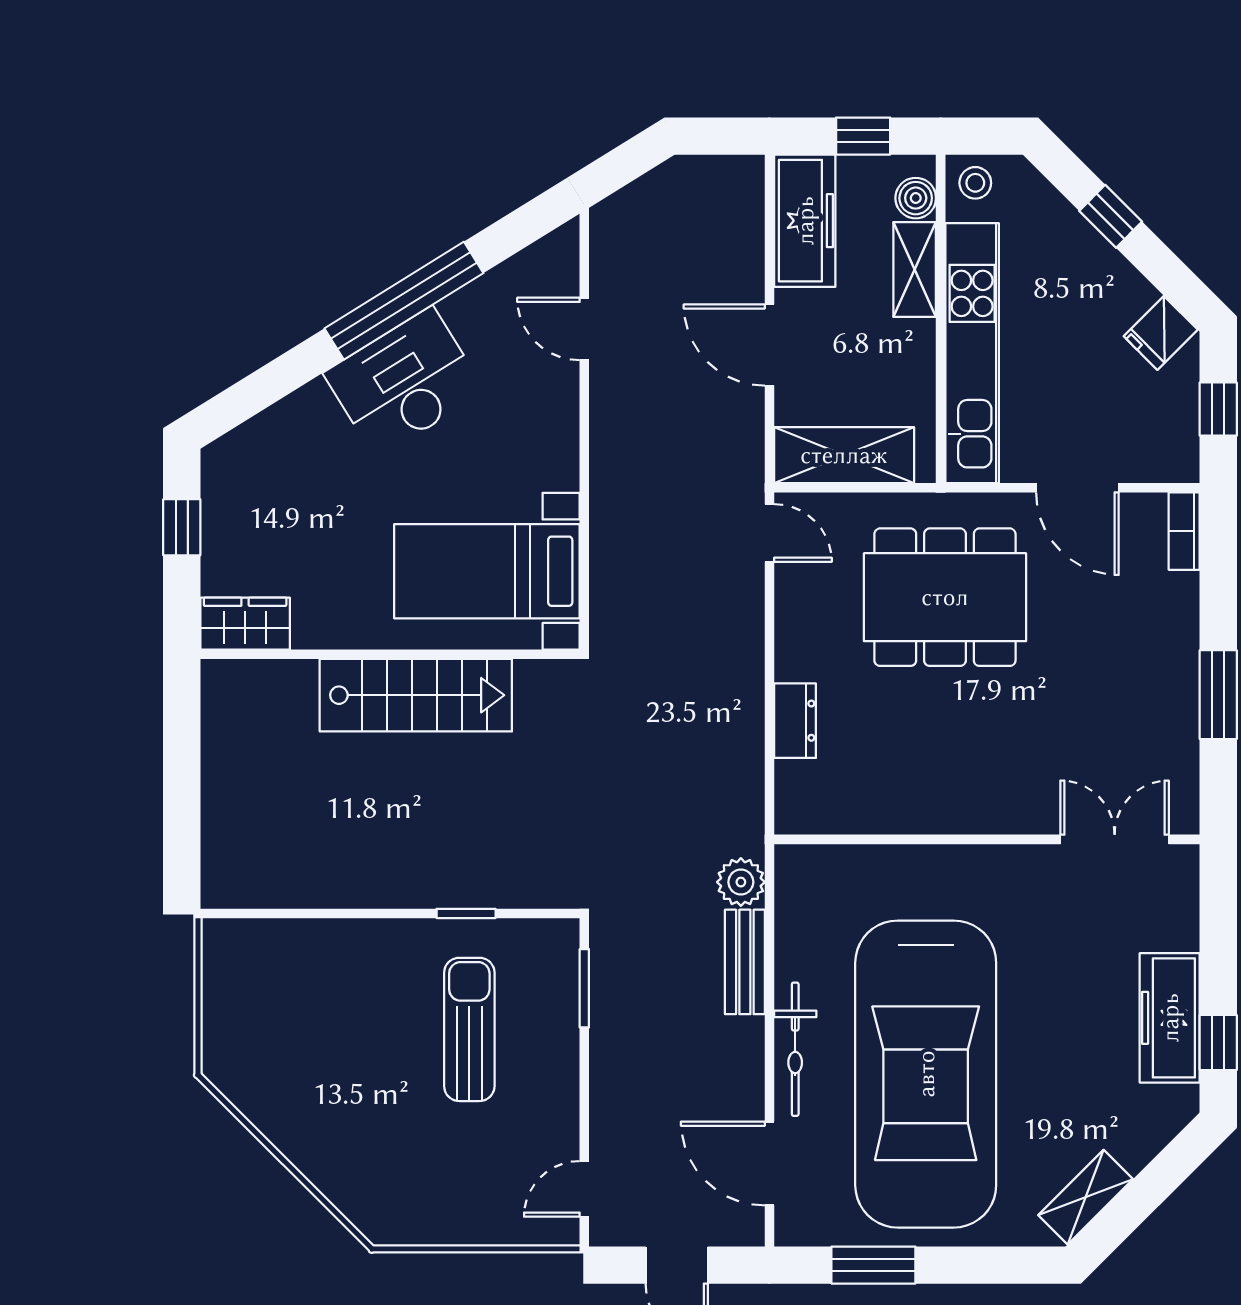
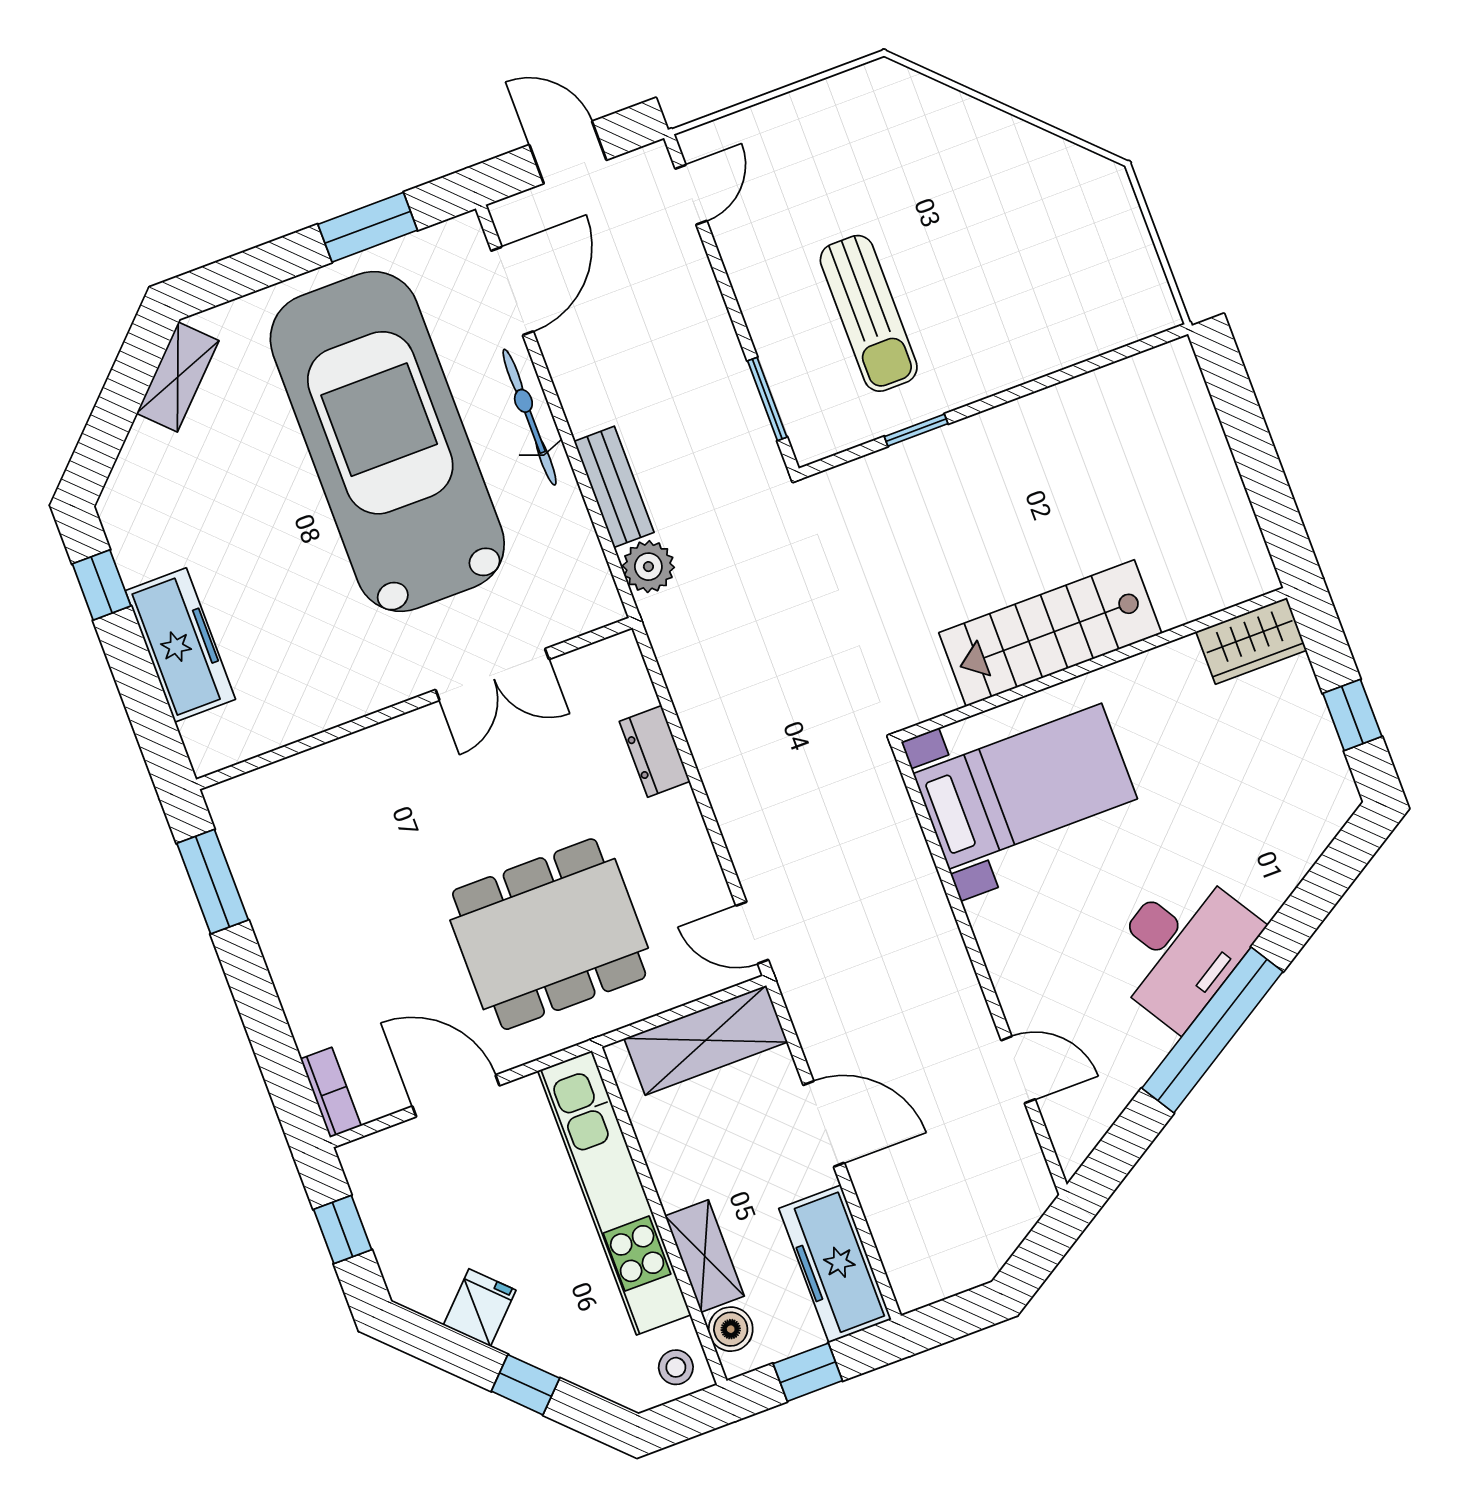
fridge: (1161, 333) -> (480, 1308), moved
window: (1218, 695) -> (213, 882), moved
double door: (1115, 839) -> (492, 674), moved
freezer: (1170, 1018) -> (180, 645), moved
door: (769, 1164) -> (512, 291), hinge flipped

